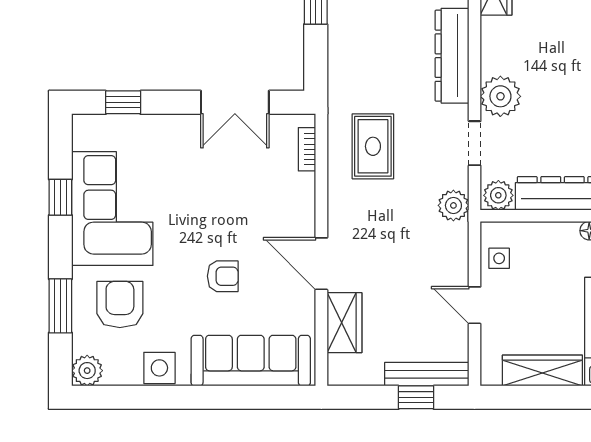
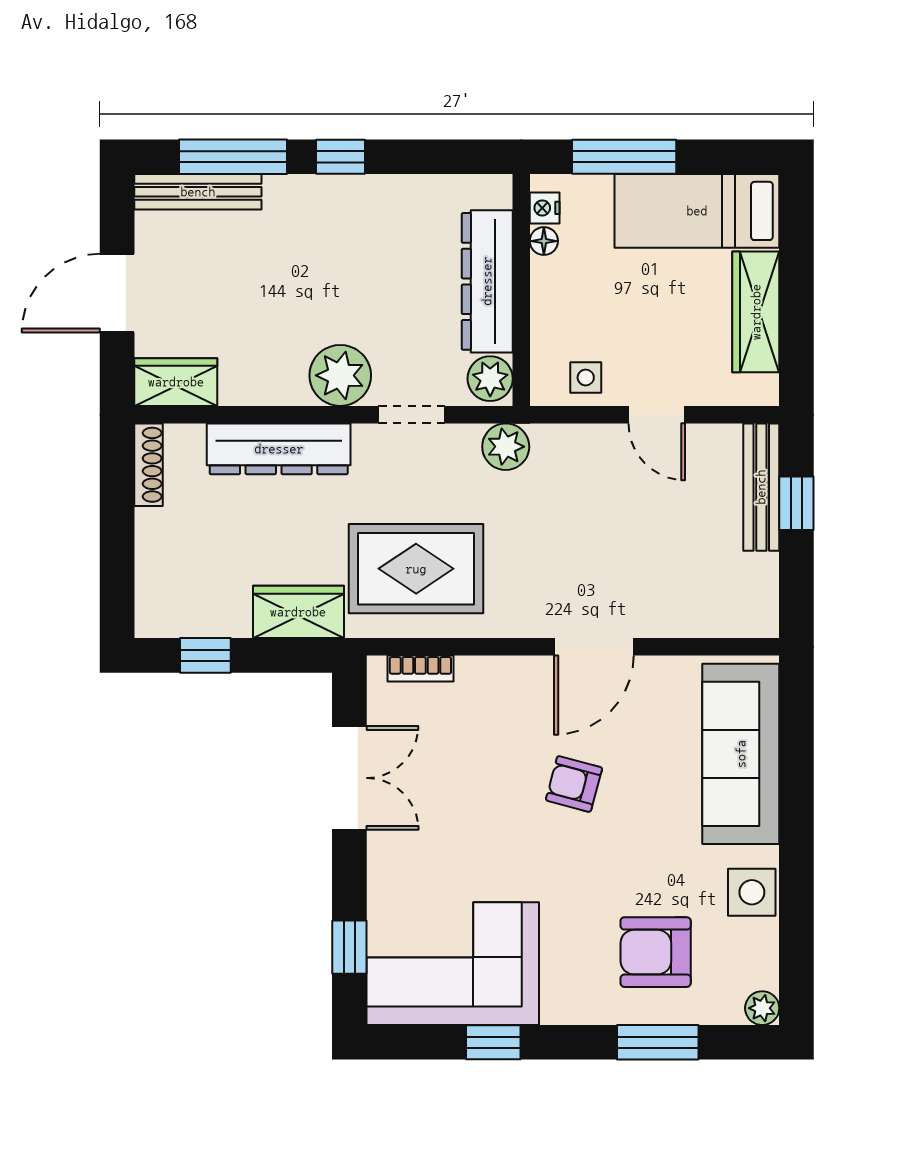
rug: (373, 146) -> (416, 569), width x1.36, depth x1.43
corner sofa: (112, 209) -> (453, 964), moved
armchair: (223, 276) -> (574, 784), moved, turned -75
door: (475, 305) -> (657, 415), hinge flipped
wardrobe: (344, 323) -> (298, 612), moved
plant: (87, 371) -> (762, 1008), width x0.73, depth x0.73

